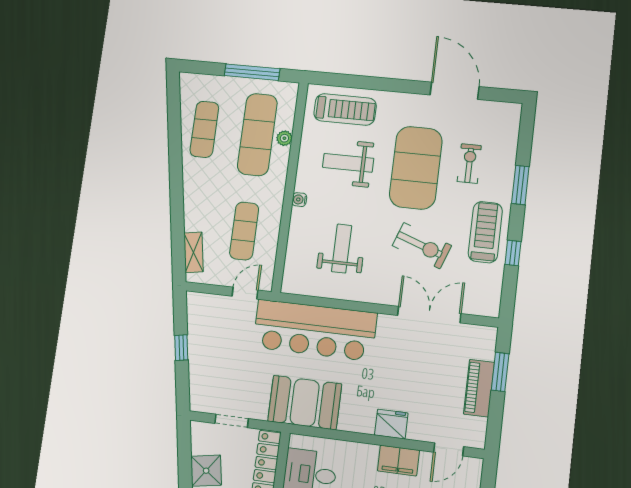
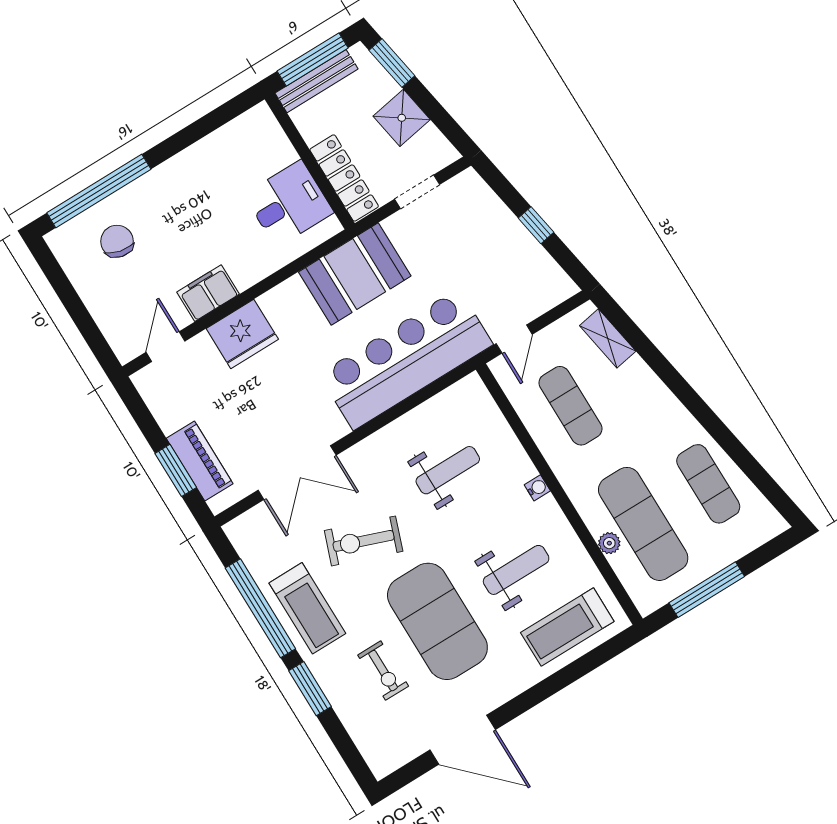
weight bench: (342, 249) -> (448, 470), turned -90
window: (513, 253) -> (260, 608), width x3.17
piano: (479, 388) -> (200, 461), moved
fridge: (391, 424) -> (242, 334), width x1.36, depth x1.34

